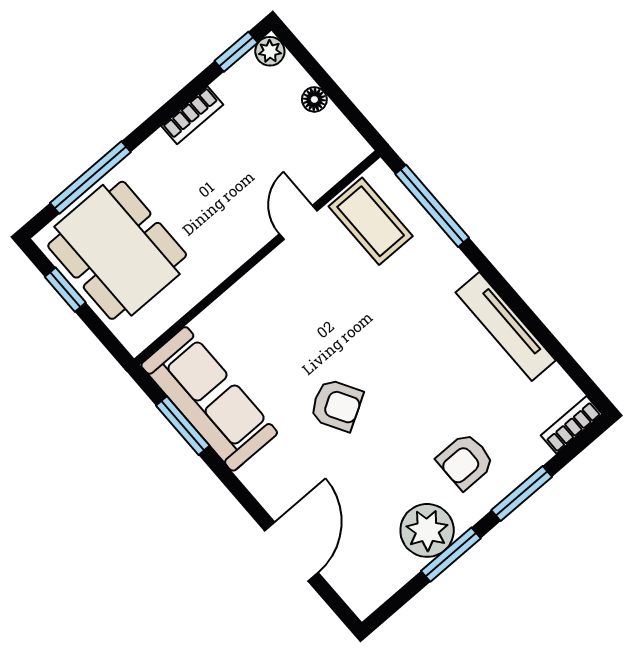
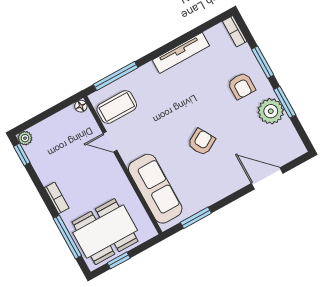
floor lamp: (314, 99) -> (81, 106), moved
bookcase: (192, 115) -> (57, 198), moved
sofa: (209, 399) -> (155, 189), moved, turned 90

